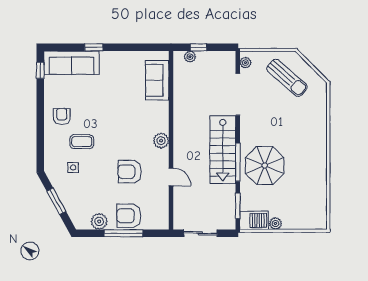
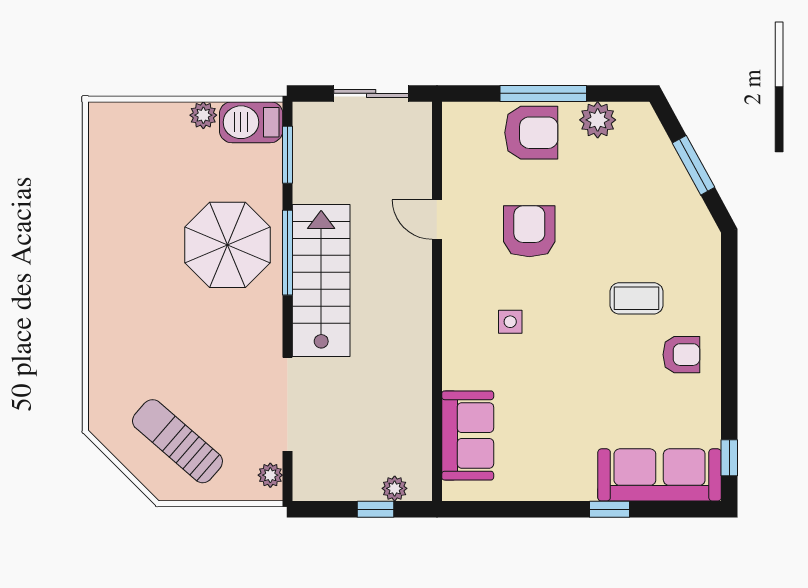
armchair: (62, 117) -> (681, 355), turned -90
plant: (161, 141) -> (459, 301), removed
side table: (73, 168) -> (510, 322), moved
armchair: (130, 172) -> (529, 231), turned -90

